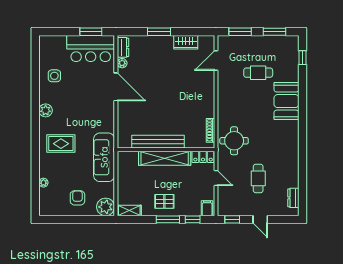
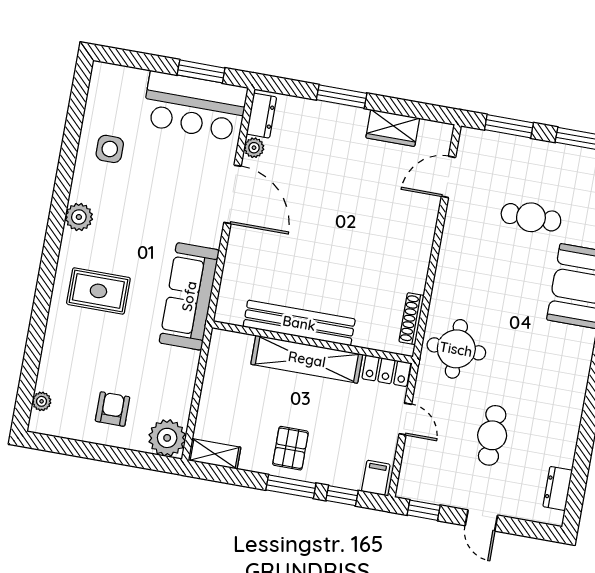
sofa: (104, 157) -> (189, 296), moved
plant: (43, 183) -> (42, 401), moved
pallet: (164, 201) -> (290, 448), turned 90

